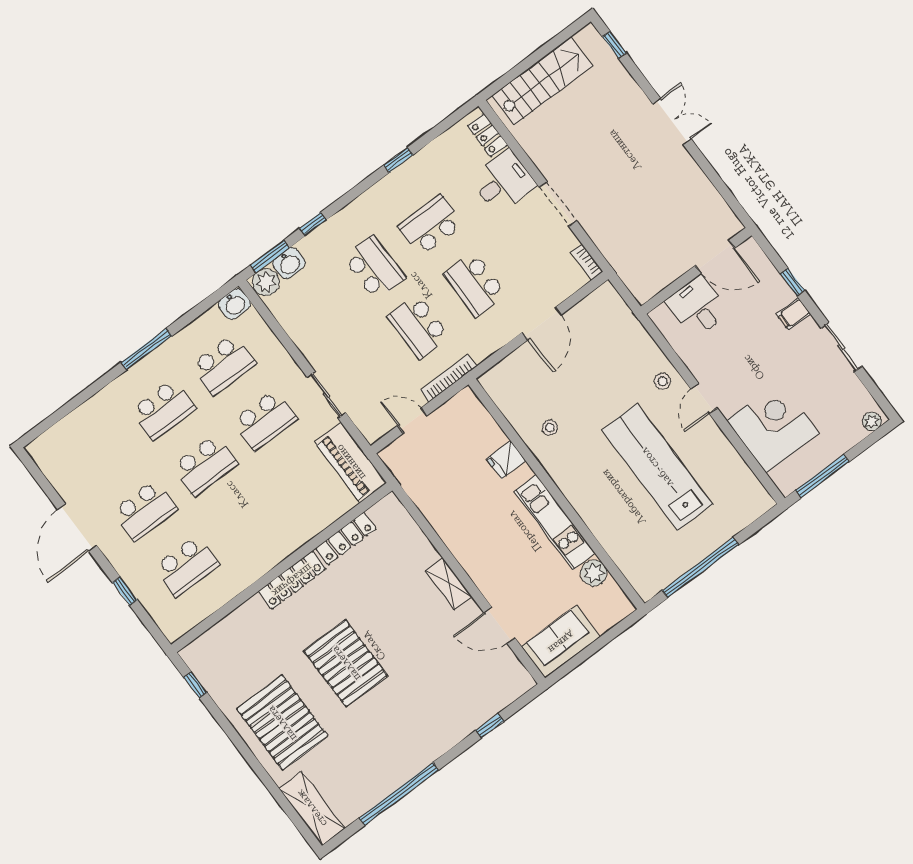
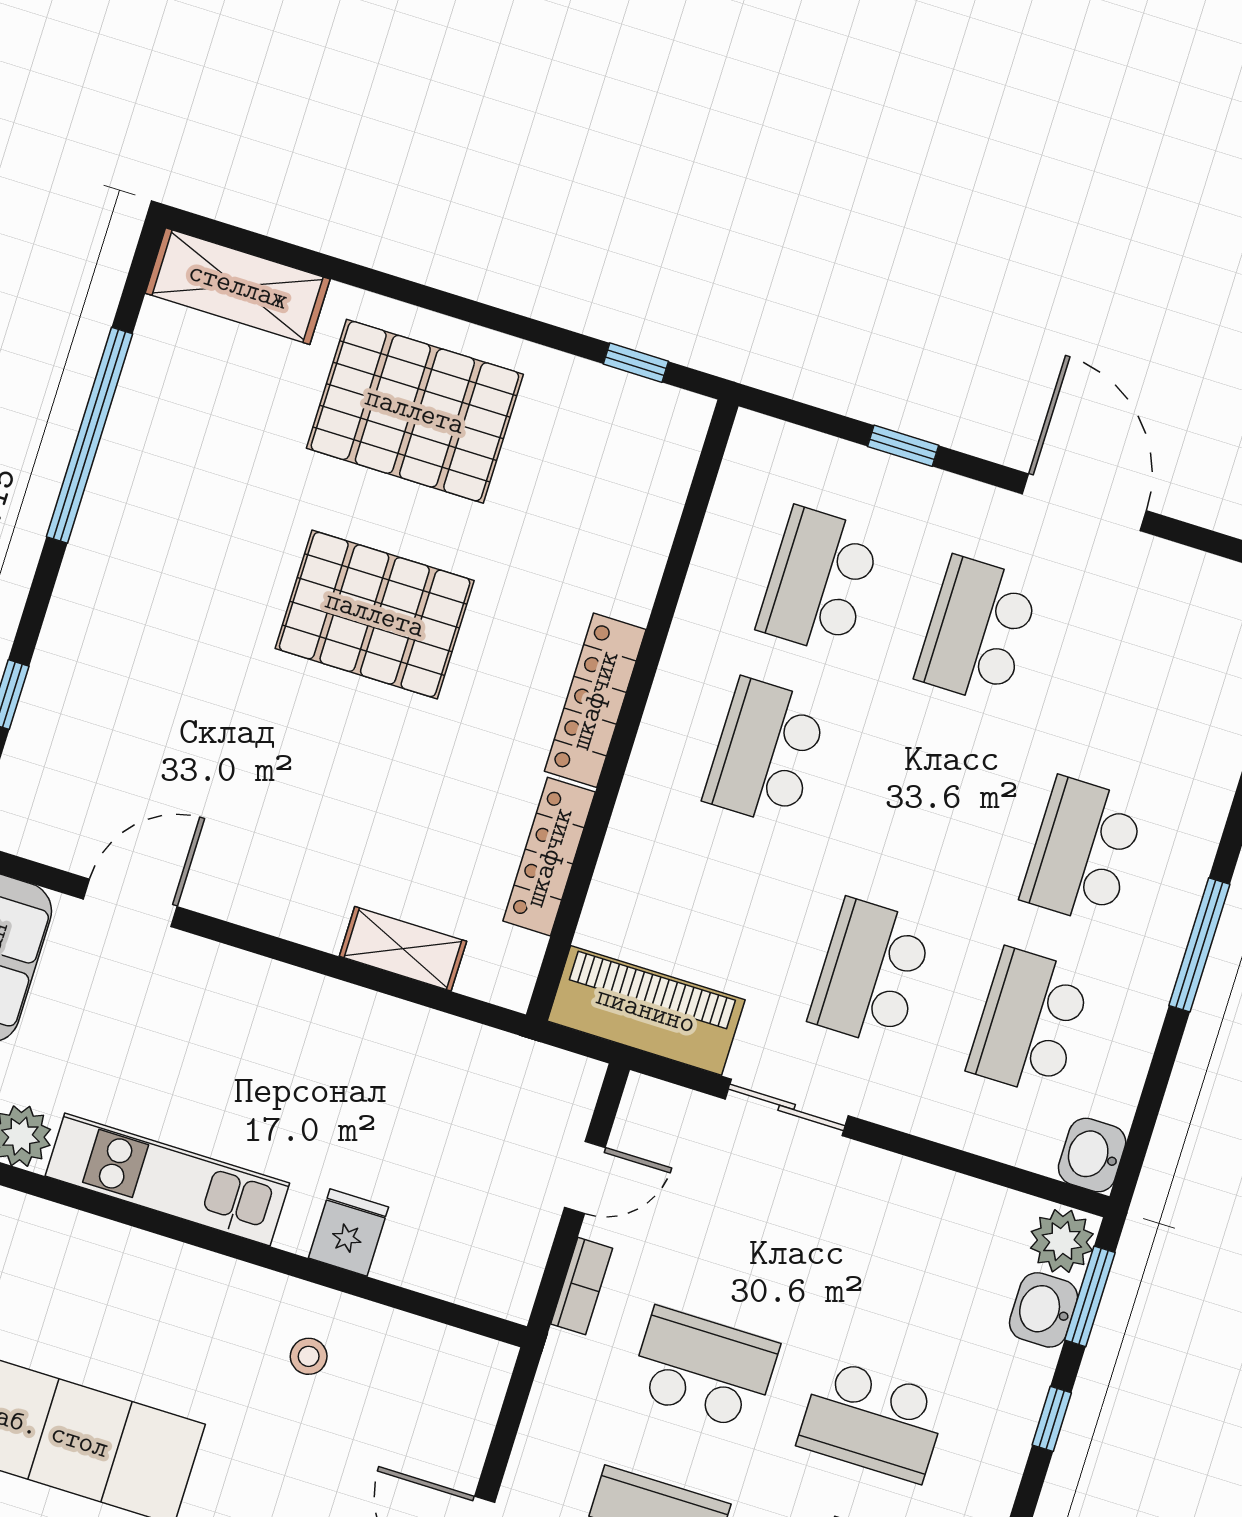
bookcase: (449, 378) -> (582, 1286), width x0.64
school desk: (205, 465) -> (766, 752), moved
shelving: (448, 583) -> (403, 949), moved

